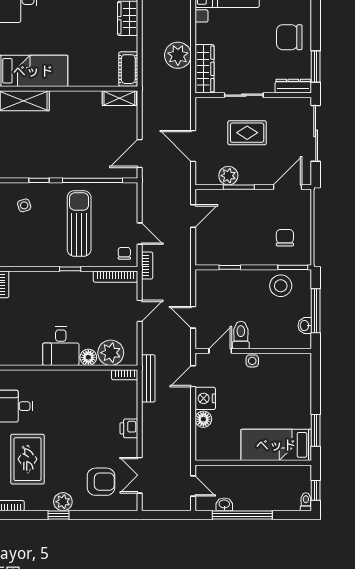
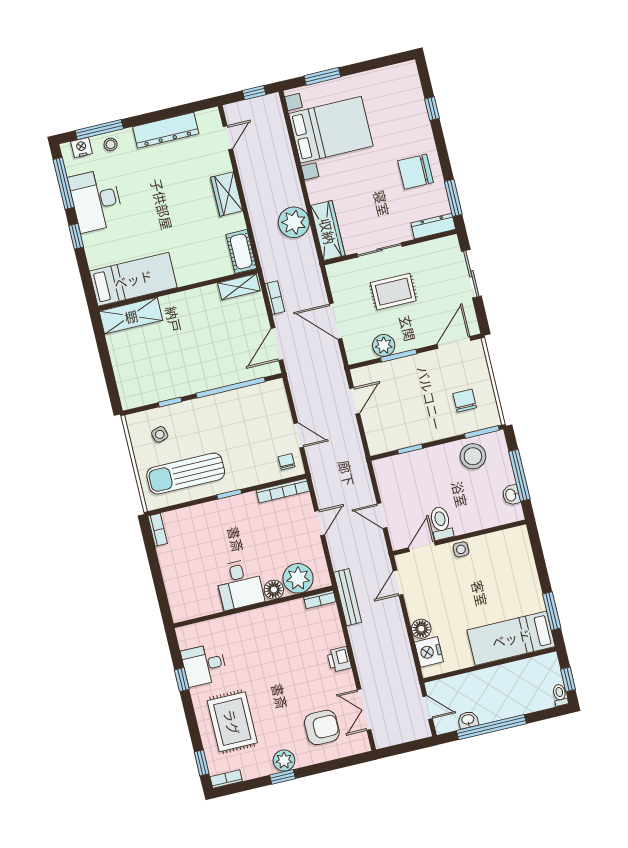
sliding door: (316, 133) -> (471, 274), width x0.73
sun lounger: (79, 223) -> (186, 474), moved, turned -90
bookcase: (147, 266) -> (275, 298), moved
nightstand: (205, 398) -> (429, 652), moved

